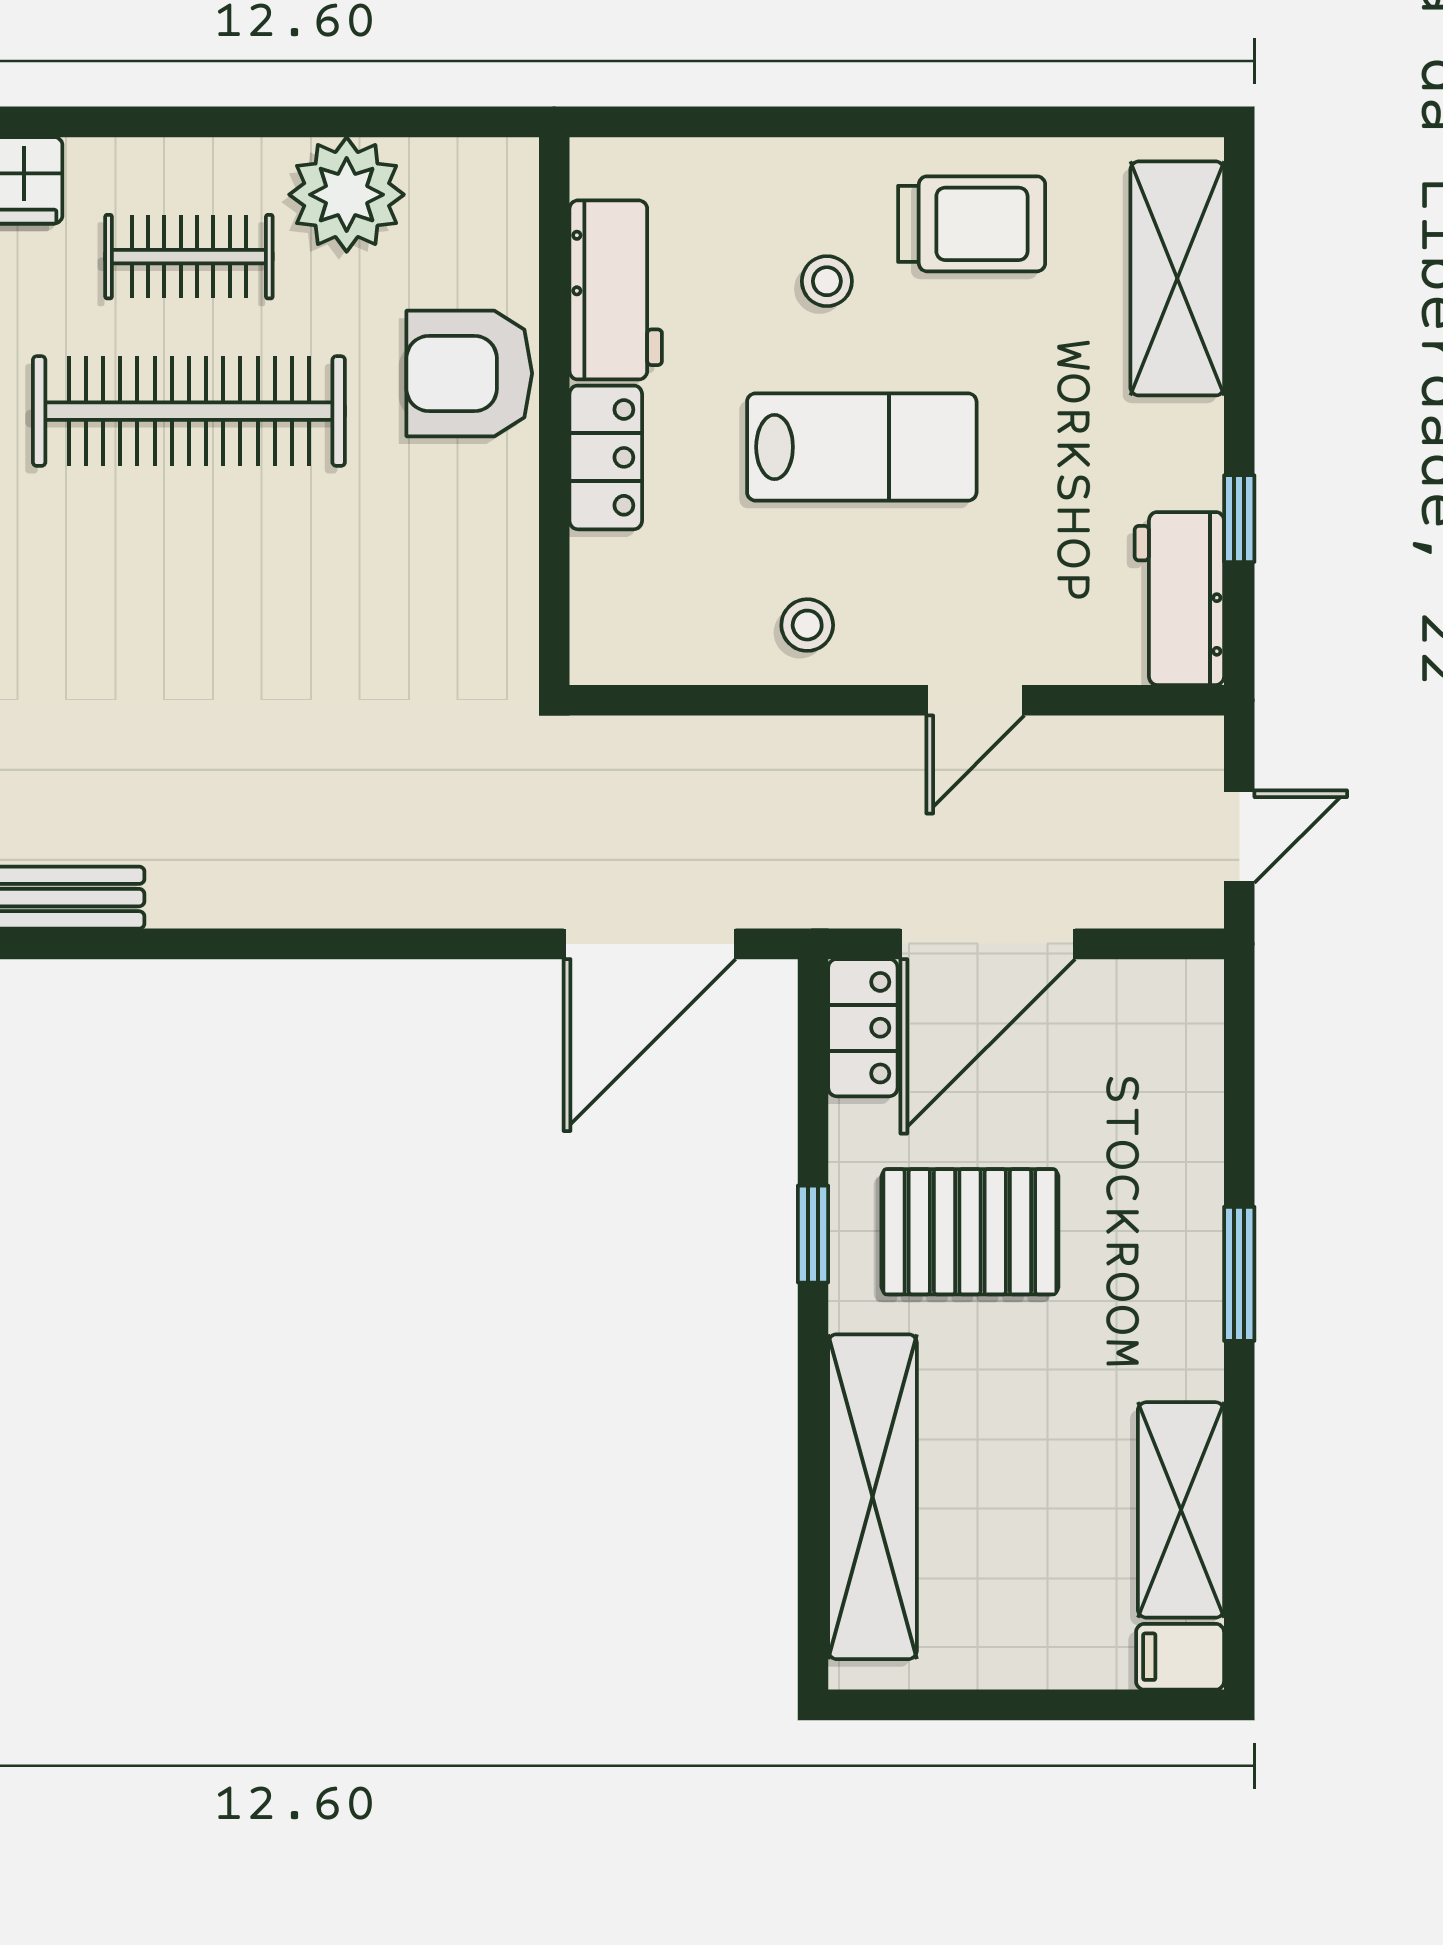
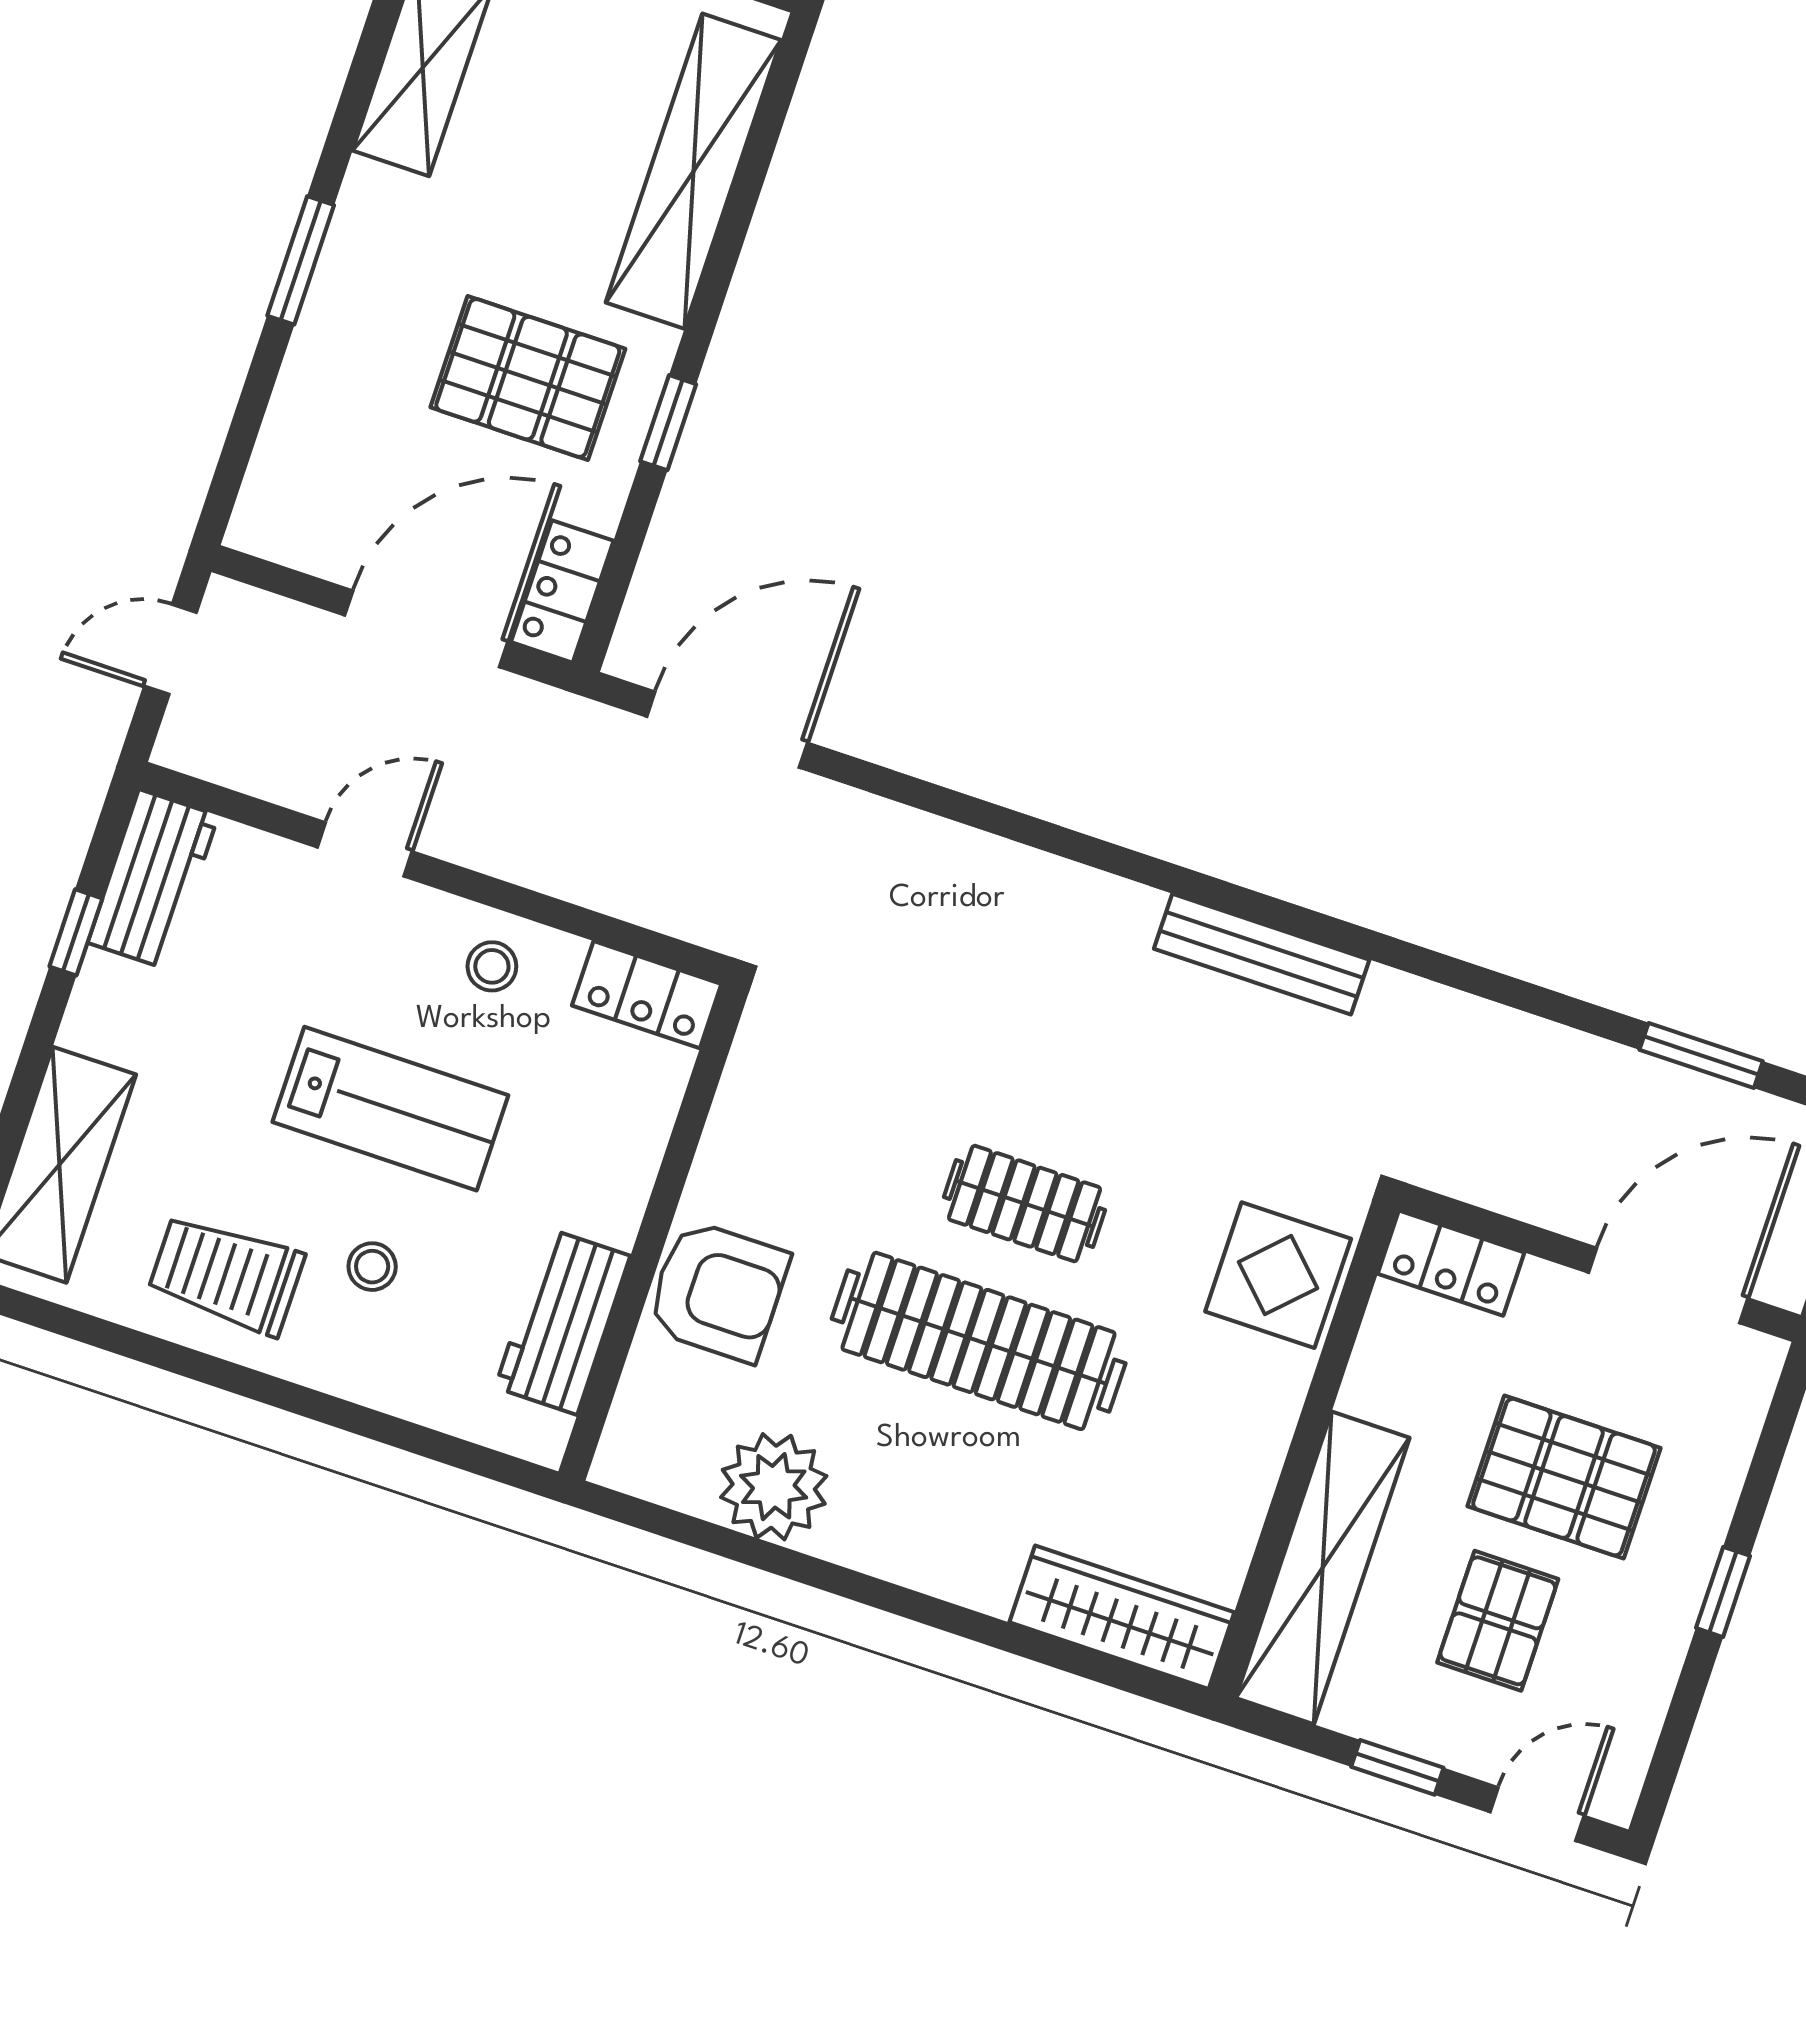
clothes rail: (189, 257) -> (1024, 1204), moved
lab bench: (862, 447) -> (390, 1109), turned 180
locker: (606, 457) -> (647, 995), moved, turned -90

